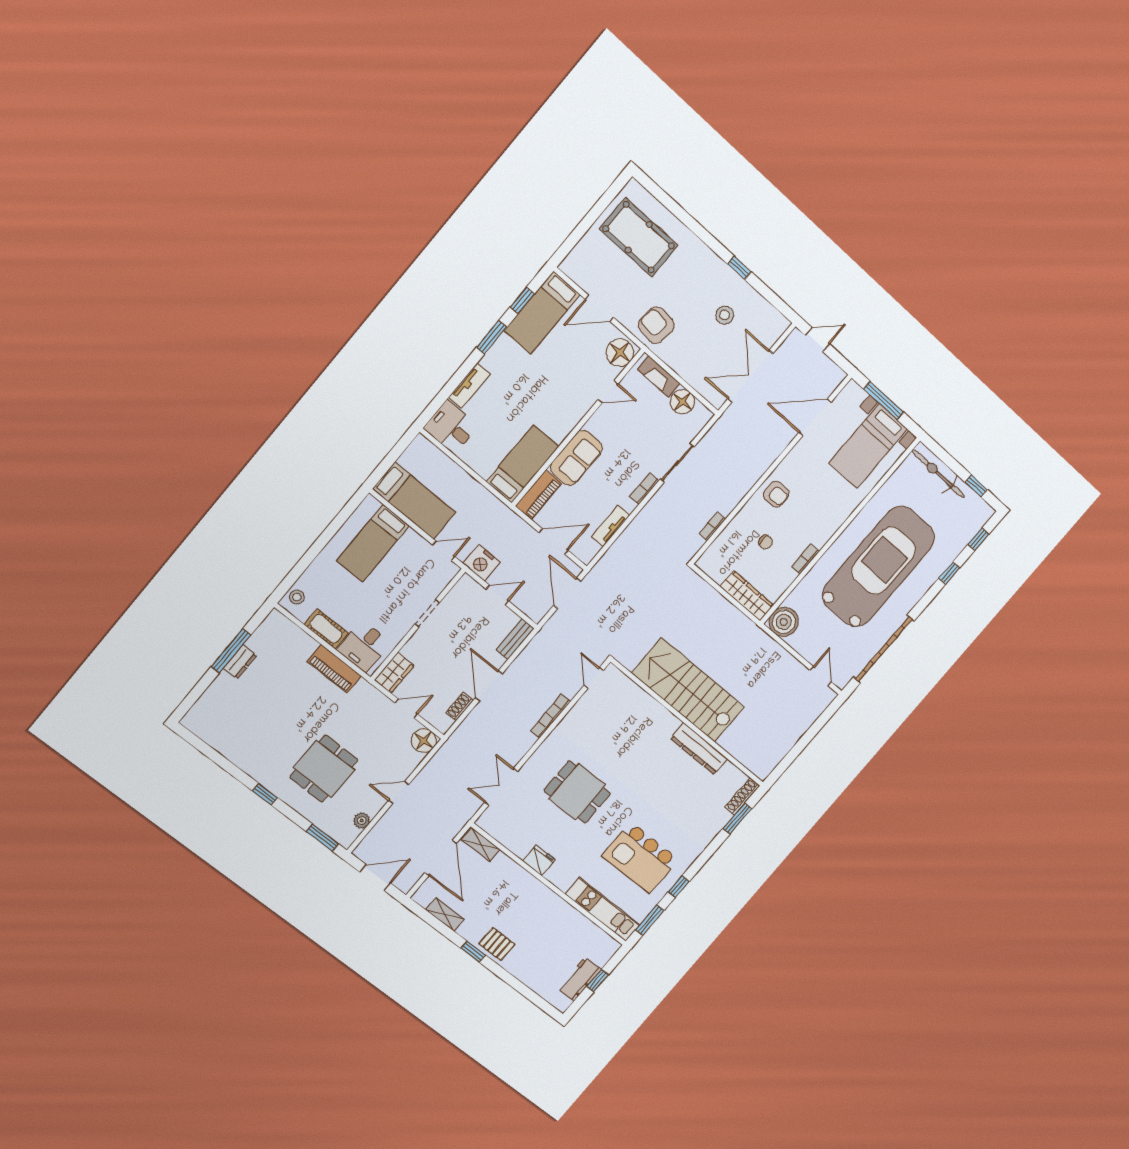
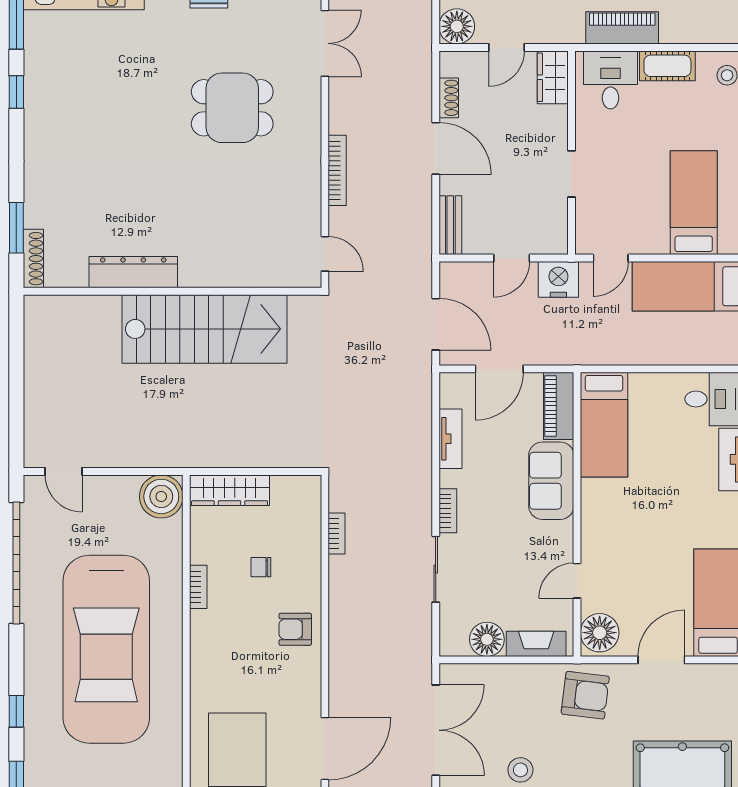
kitchen island: (640, 858) -> (92, 90), removed

